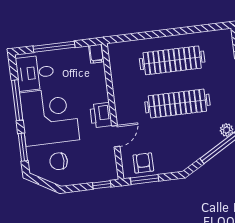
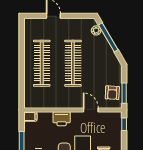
printer: (101, 115) -> (62, 119), moved
armchair: (143, 163) -> (112, 93), turned -87

